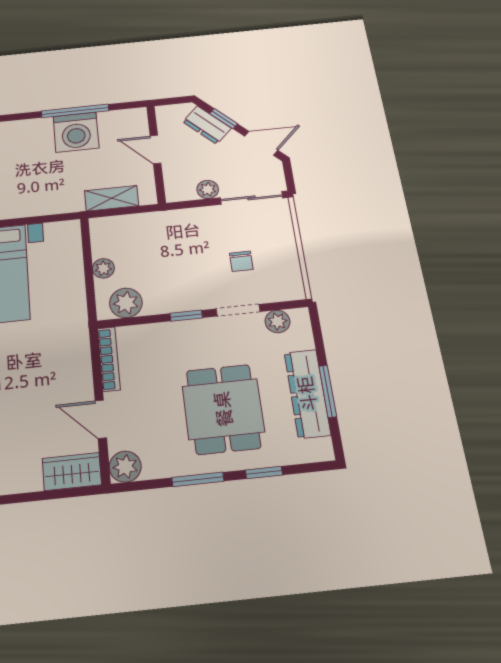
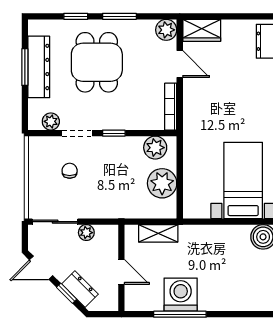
plant: (103, 268) -> (162, 183), width x1.88, depth x1.88

